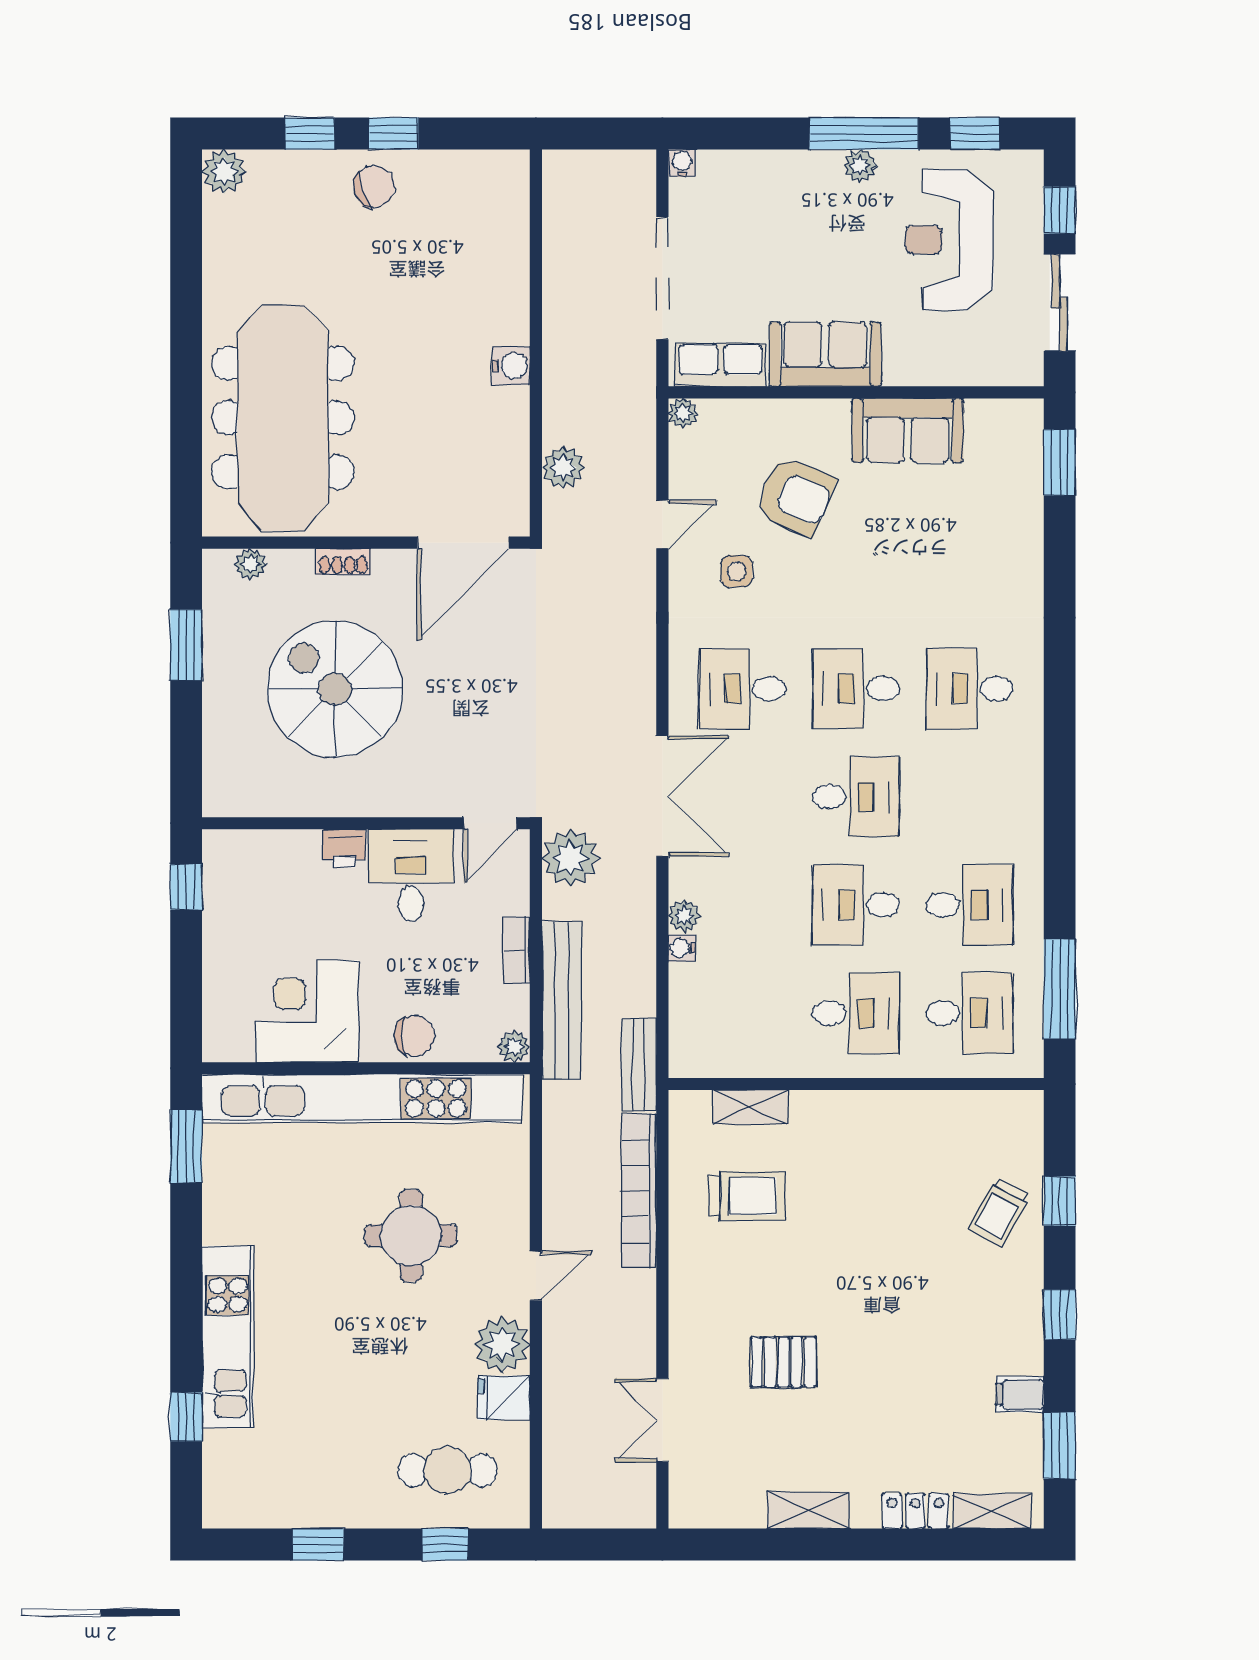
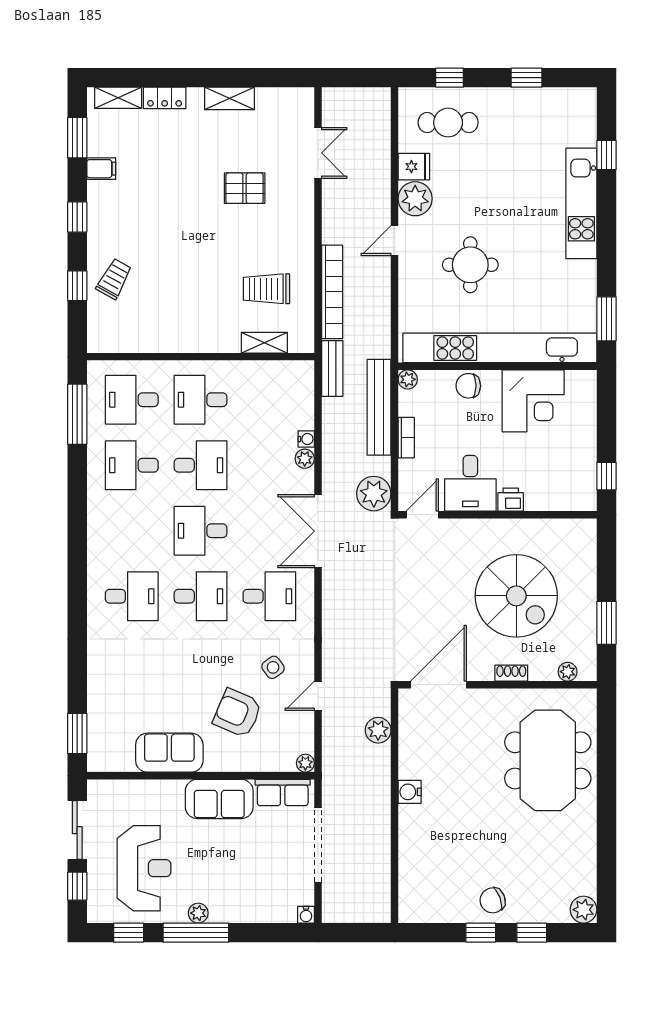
meeting table: (283, 418) -> (548, 760), width x0.73
side table: (736, 571) -> (273, 667), turned -36

